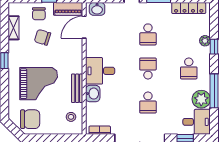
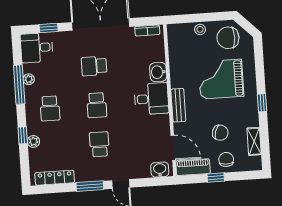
door: (84, 27) -> (173, 148), hinge flipped
school desk: (189, 68) -> (50, 108), turned 180
bench: (77, 88) -> (178, 105), moved
plant: (201, 99) -> (29, 79), width x0.53, depth x0.53
school desk: (148, 103) -> (94, 66), turned -90
stool: (71, 117) -> (200, 29), moved

